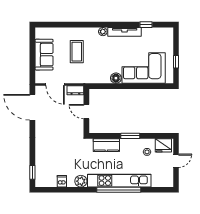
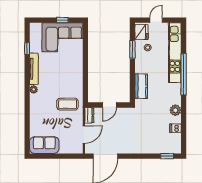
coffee table: (77, 52) -> (68, 104), moved
sofa: (44, 55) -> (44, 145), moved
corner sofa: (144, 68) -> (62, 37), moved, turned -90
floor lamp: (116, 78) -> (78, 77), removed
window: (130, 136) -> (132, 49), moved
door: (176, 161) -> (156, 20), hinge flipped
kitchen unit: (119, 181) -> (175, 53), moved

